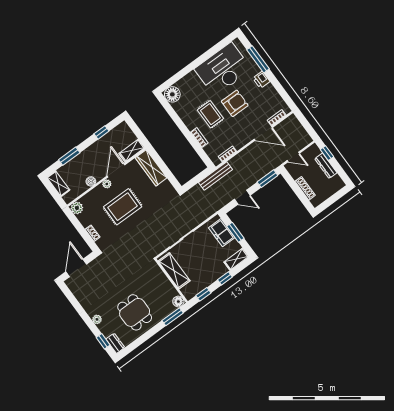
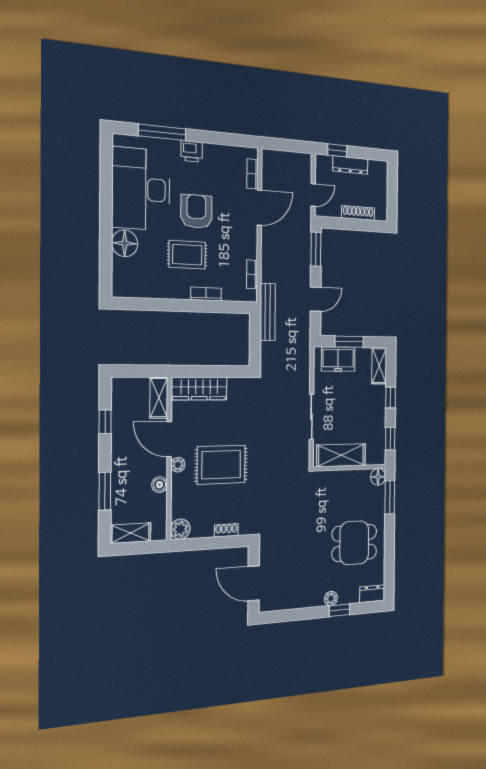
floor lamp: (172, 94) -> (125, 243), moved
rug: (123, 207) -> (221, 465), turned 90
window: (103, 341) -> (339, 610), moved

